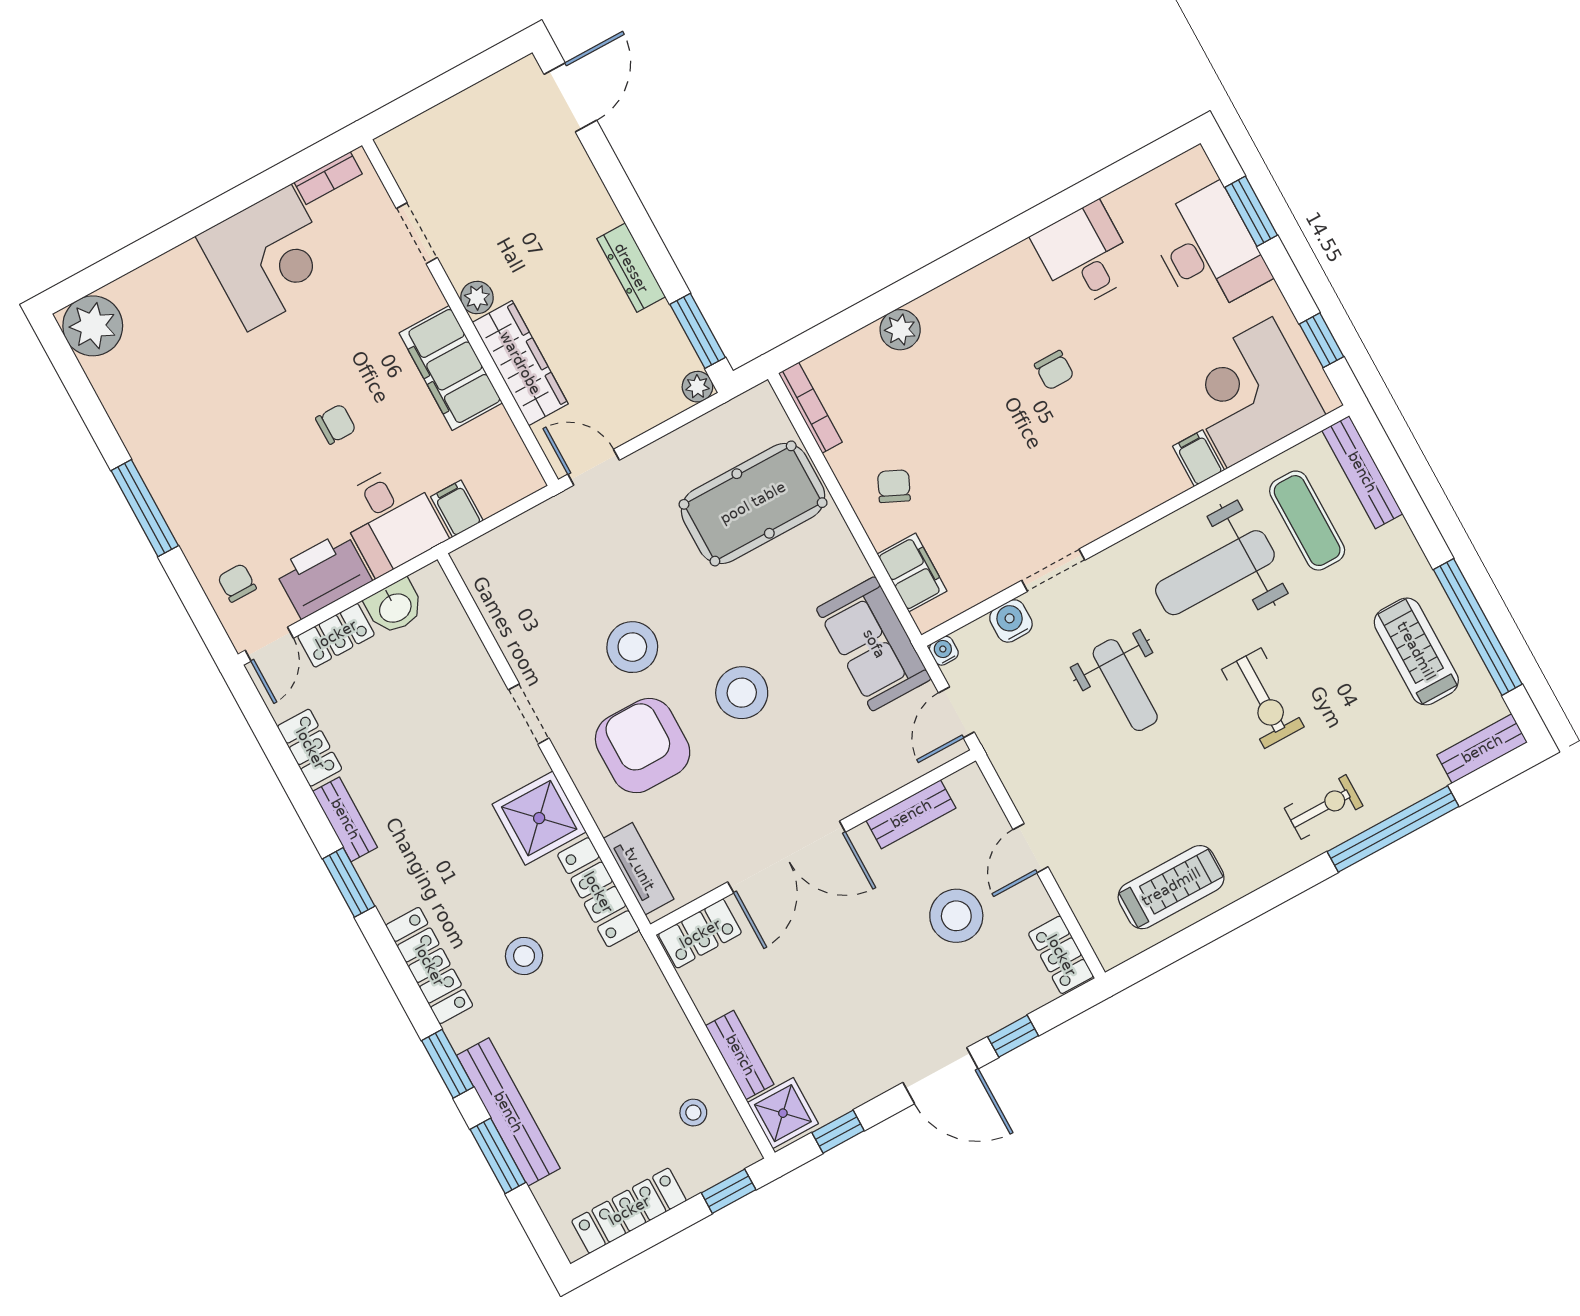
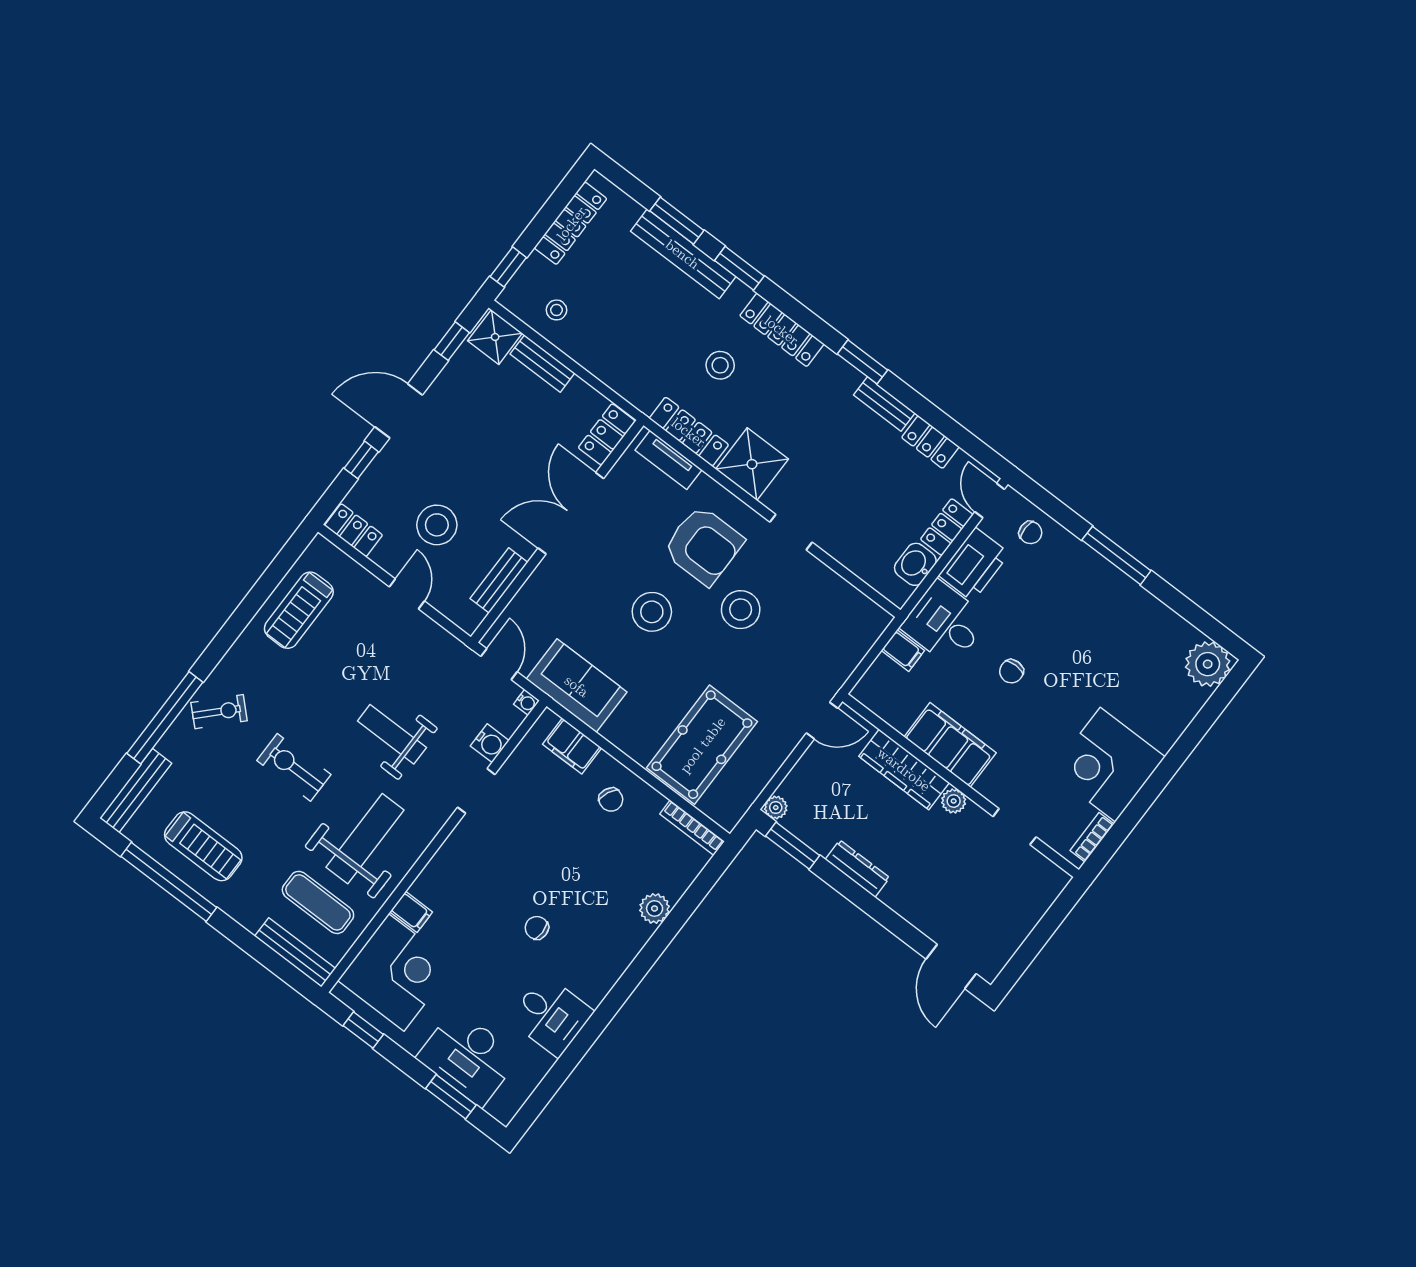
bench: (1482, 749) -> (136, 791), width x1.36
exercise bike: (1324, 807) -> (219, 712), turned -136

